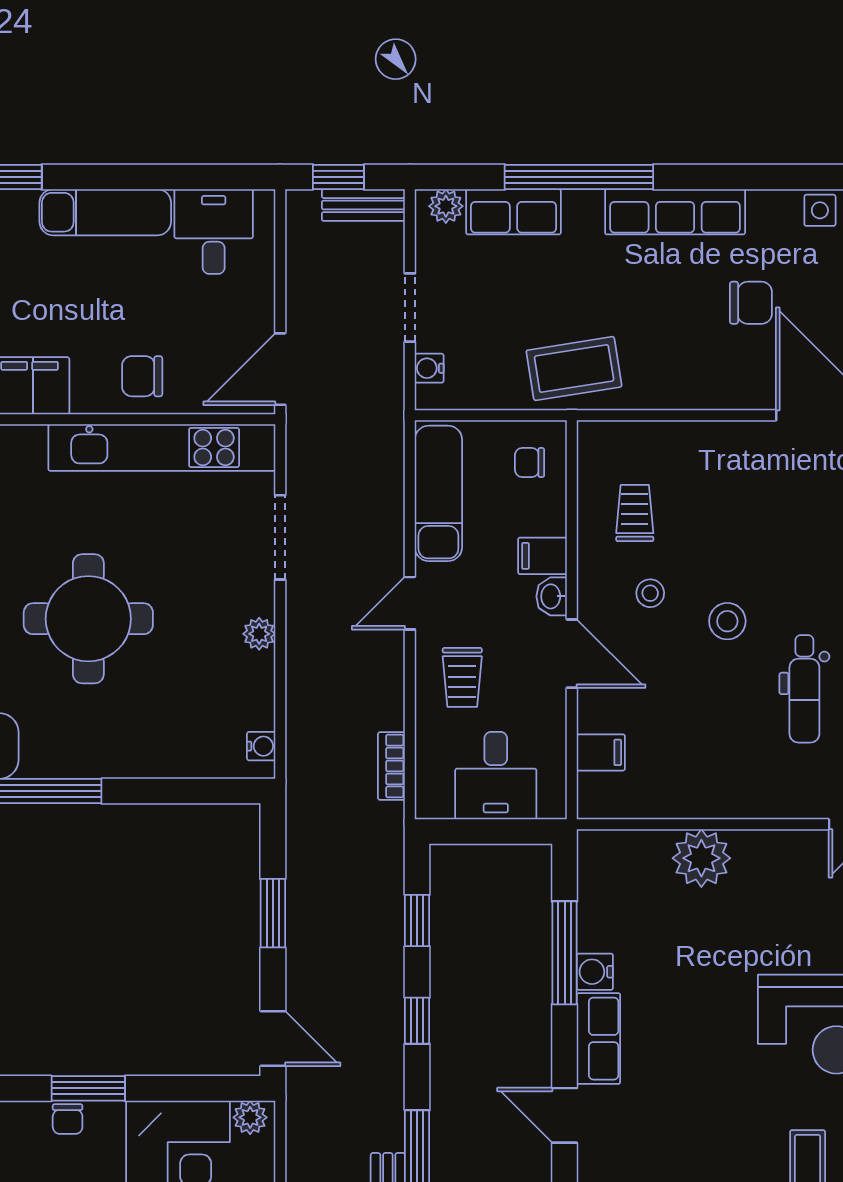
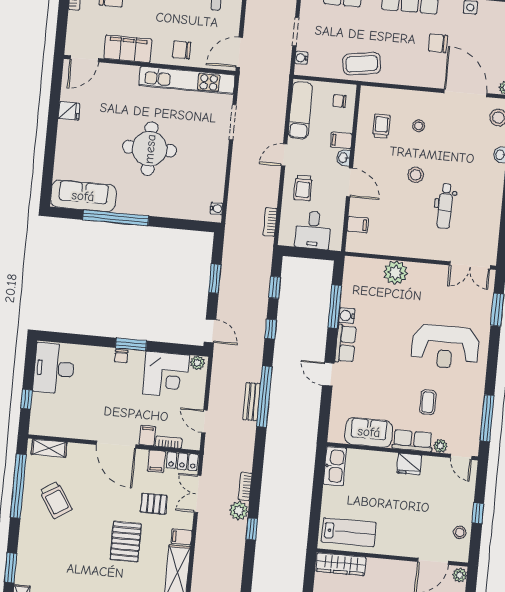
chair: (751, 303) -> (438, 43), turned 180
stool: (650, 593) -> (419, 126), moved
plant: (259, 634) -> (220, 162), removed

